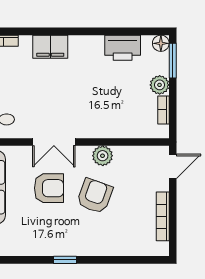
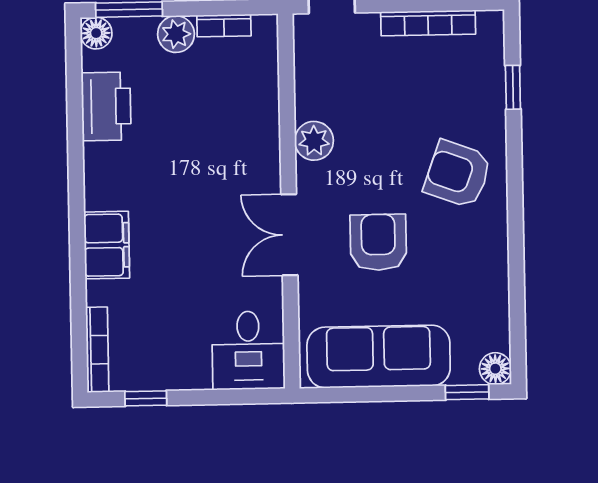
double door: (54, 142) -> (289, 235), swing flipped
armchair: (95, 196) -> (458, 174), moved
window: (65, 260) -> (513, 87), moved

